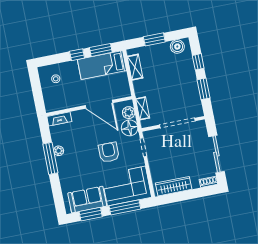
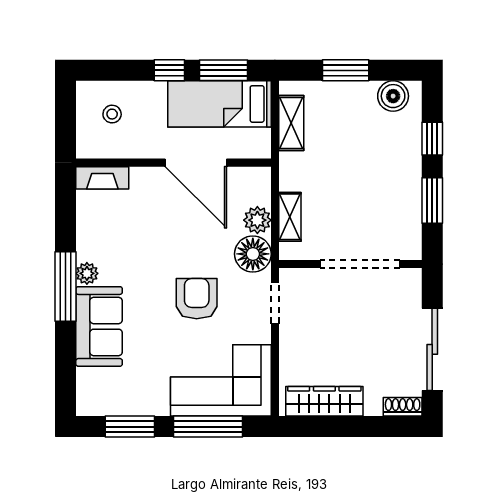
door: (99, 104) -> (196, 163), moved
wall: (89, 106) -> (174, 163), moved
fireplace: (59, 119) -> (102, 178), moved
sofa: (87, 200) -> (99, 326), moved, turned 90

